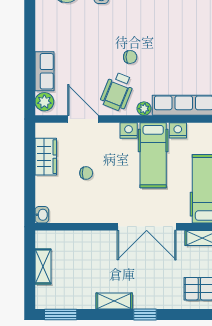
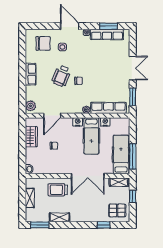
row of seats: (44, 71) -> (31, 74), moved
wheelchair: (117, 91) -> (61, 76), moved
door: (83, 119) -> (52, 116), swing flipped
trolley: (93, 252) -> (58, 190), added
shelving: (114, 301) -> (60, 217), moved
window: (145, 315) -> (104, 225), moved

